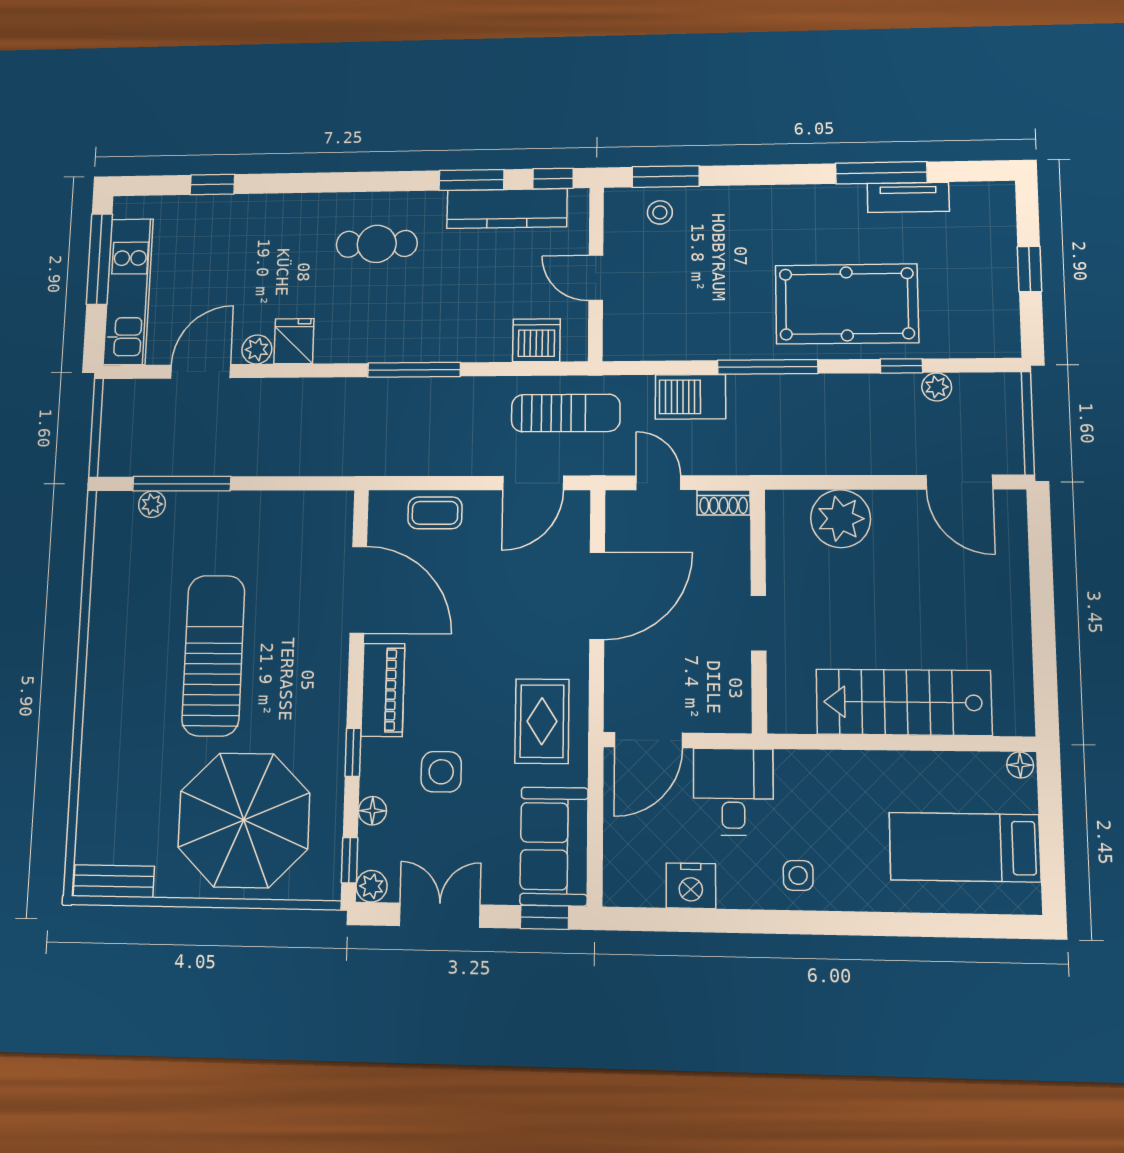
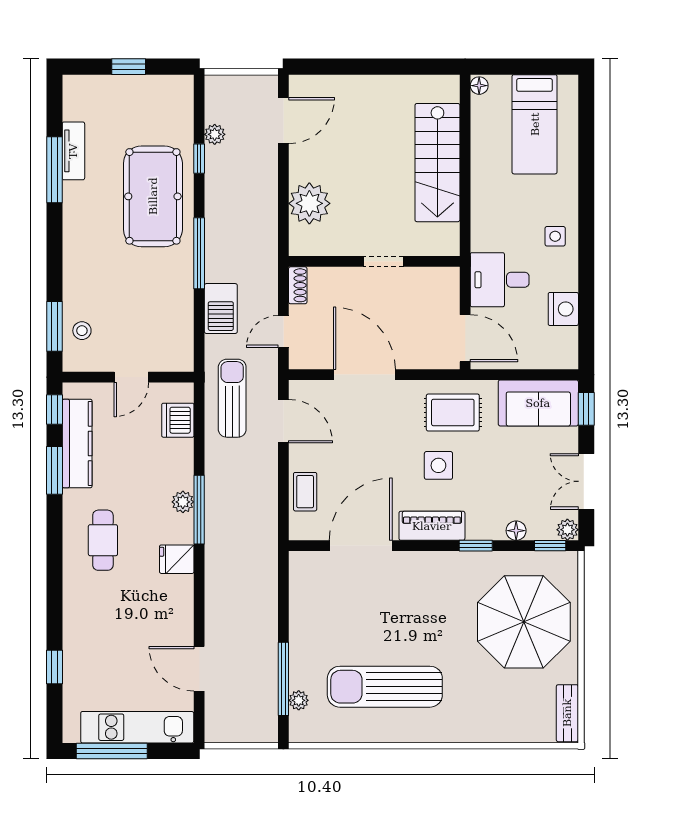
fridge: (294, 341) -> (177, 559), moved
plant: (257, 349) -> (183, 502), moved
sun lounger: (213, 655) -> (385, 687), moved
side table: (441, 772) -> (438, 465), moved

